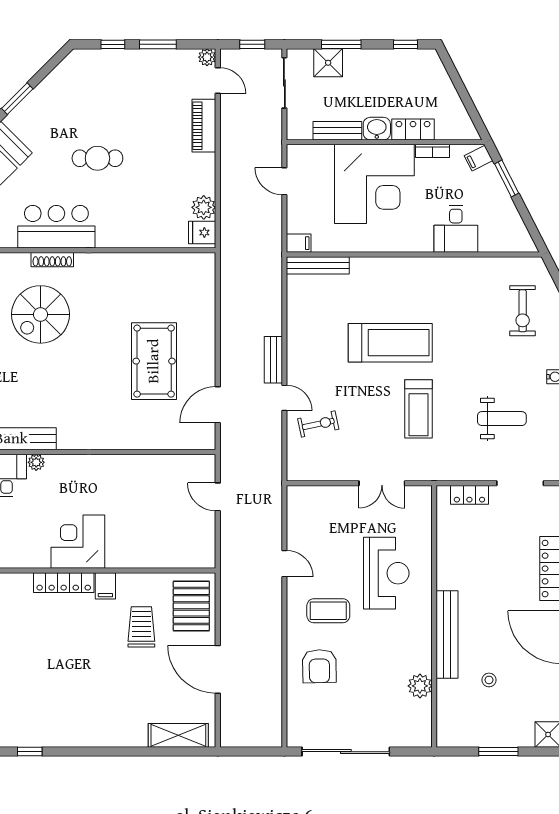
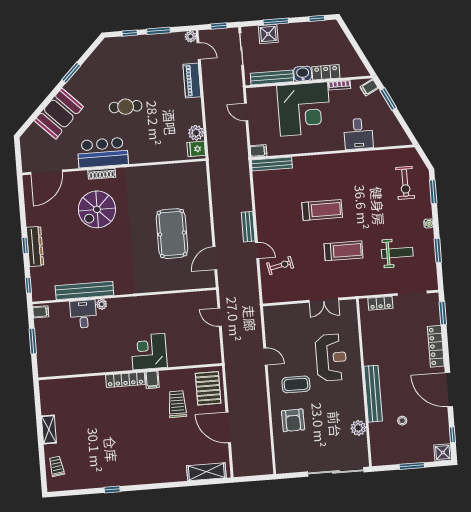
bench: (337, 131) -> (272, 77), width x1.36
treadmill: (390, 343) -> (322, 210), width x0.73, depth x0.73
treadmill: (419, 409) -> (343, 251), turned -90
corner desk: (78, 542) -> (149, 352), moved
sliding door: (346, 752) -> (336, 472), moved

